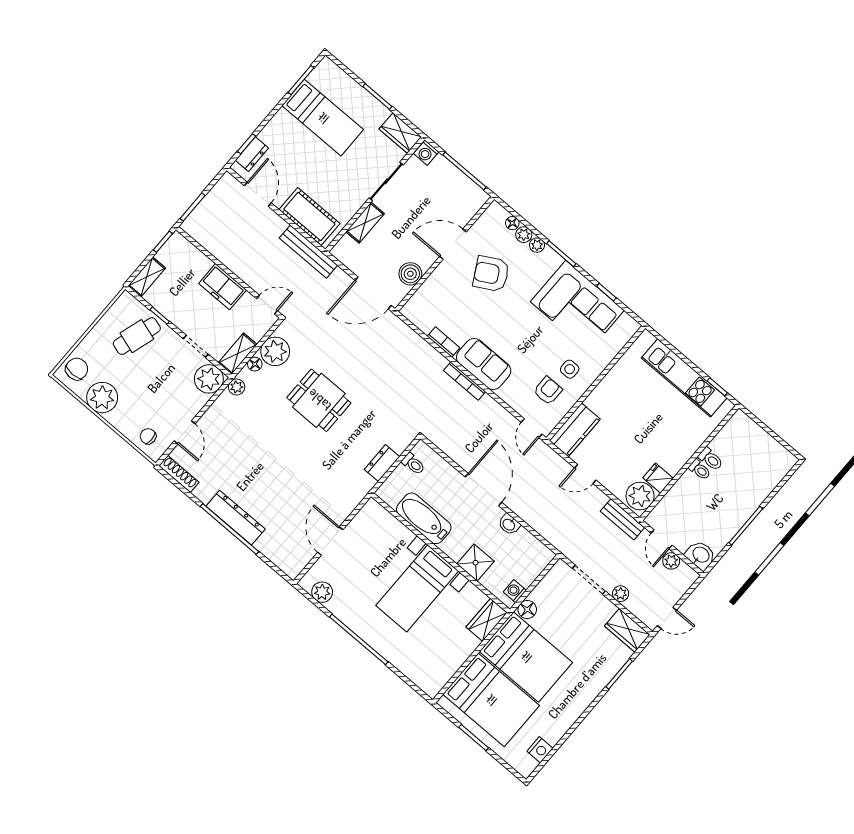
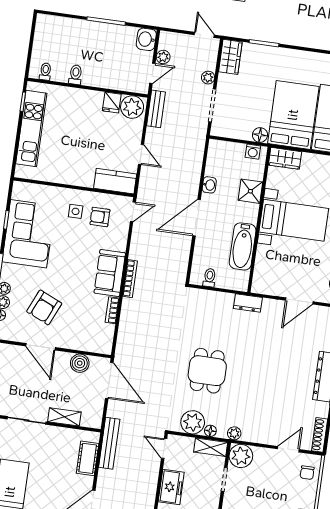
cot: (309, 217) -> (88, 458), width x0.73, depth x0.75
armchair: (491, 274) -> (44, 307), turned 53
dresser: (382, 463) -> (248, 303), moved
toilet: (700, 470) -> (45, 72), moved

